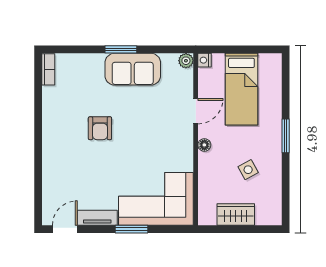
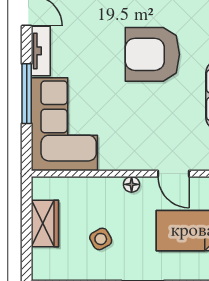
armchair: (100, 128) -> (152, 54), width x1.88, depth x1.88
window: (132, 229) -> (27, 94), width x1.44

